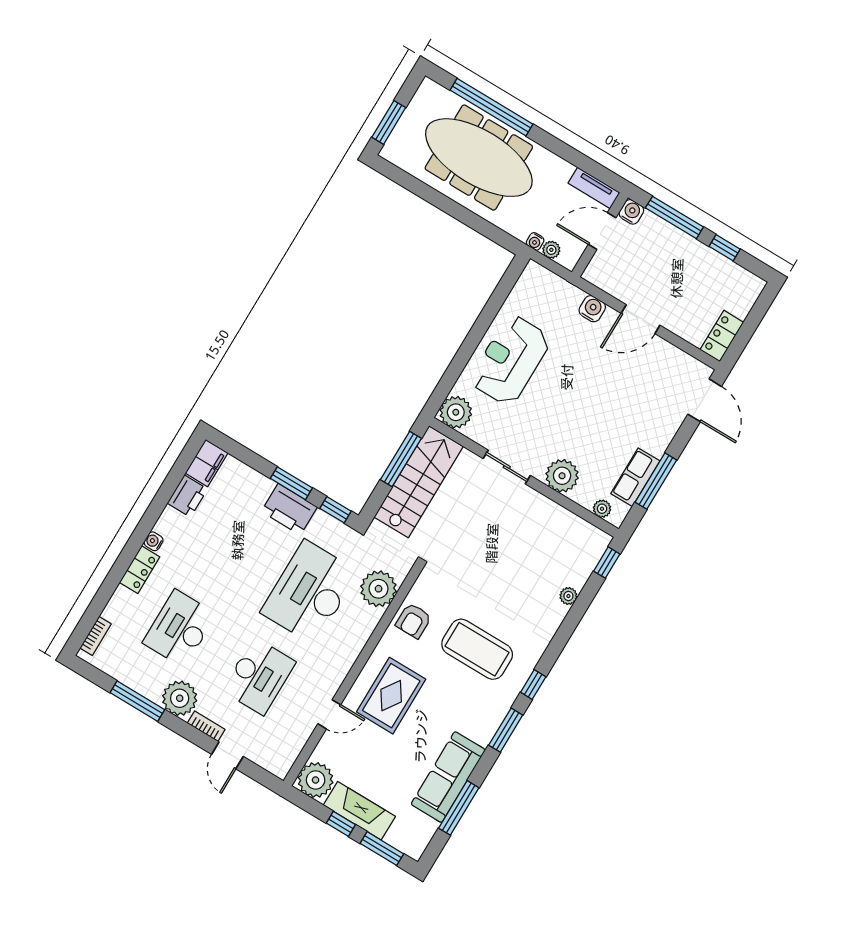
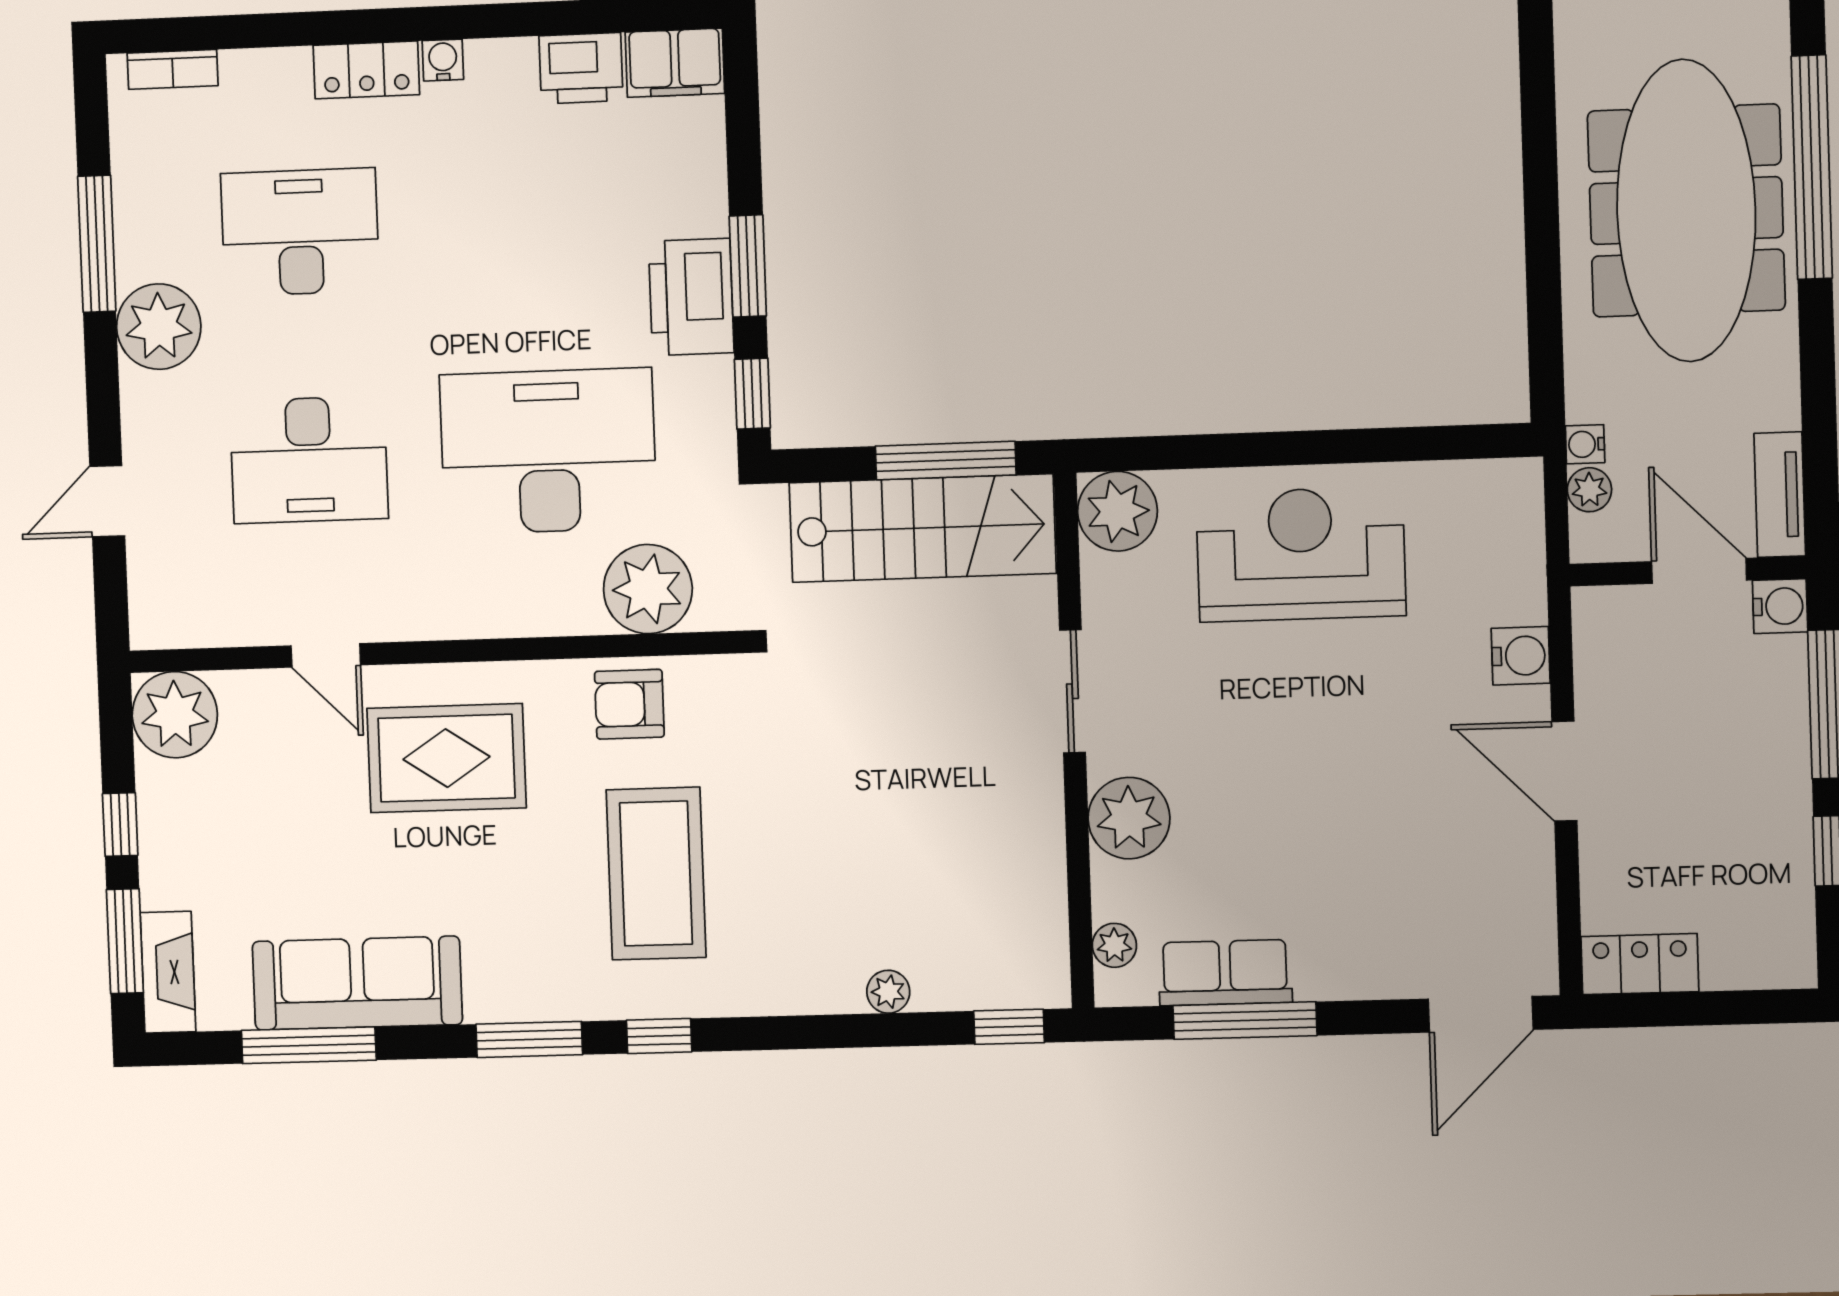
bookcase: (206, 726) -> (138, 419), removed
fireplace: (359, 811) -> (168, 972), moved, width x0.73, depth x0.76

